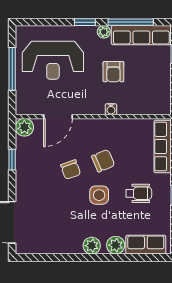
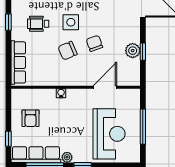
reception desk: (53, 60) -> (109, 134), turned 90
armchair: (113, 72) -> (31, 118), moved, turned 180
plant: (24, 127) -> (133, 51), moved

